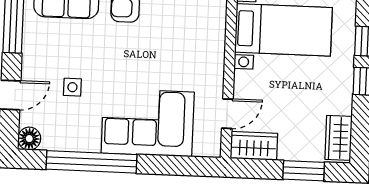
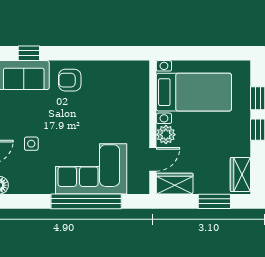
plant: (245, 83) -> (166, 135), added
window: (91, 162) -> (86, 201), moved

